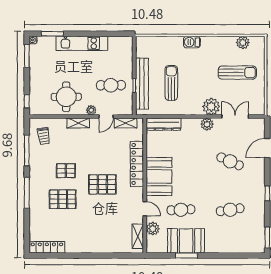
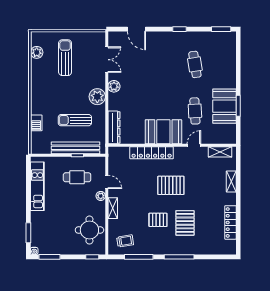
barbecue: (192, 42) -> (36, 123), moved
kitchen unit: (82, 43) -> (37, 186), moved
cafe table: (111, 85) -> (77, 177), turned 90
round table: (66, 97) -> (89, 230), moved
plant: (211, 107) -> (97, 97), moved
double door: (235, 117) -> (107, 60), swing flipped
shelving: (125, 123) -> (231, 181), moved
cafe table: (230, 161) -> (149, 64), removed
pallet: (66, 171) -> (158, 220), turned 90
pallet: (102, 184) -> (171, 185), turned 90
plant: (153, 229) -> (213, 138), removed
locker: (47, 247) -> (230, 222), moved

